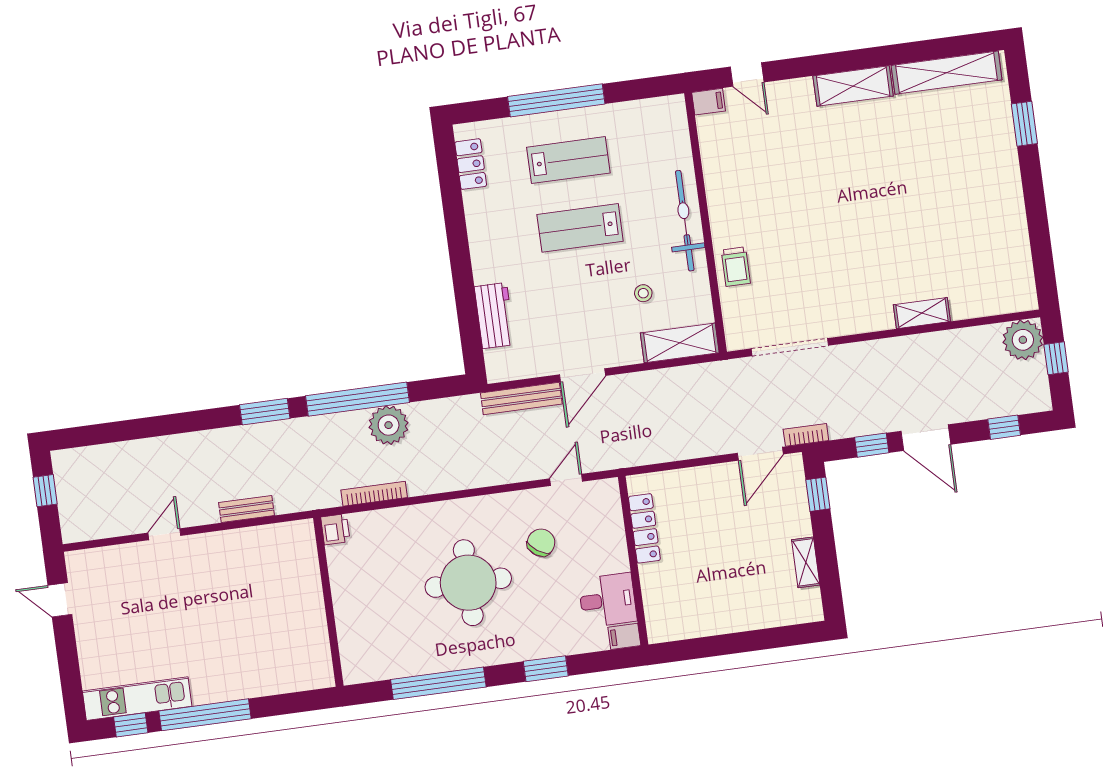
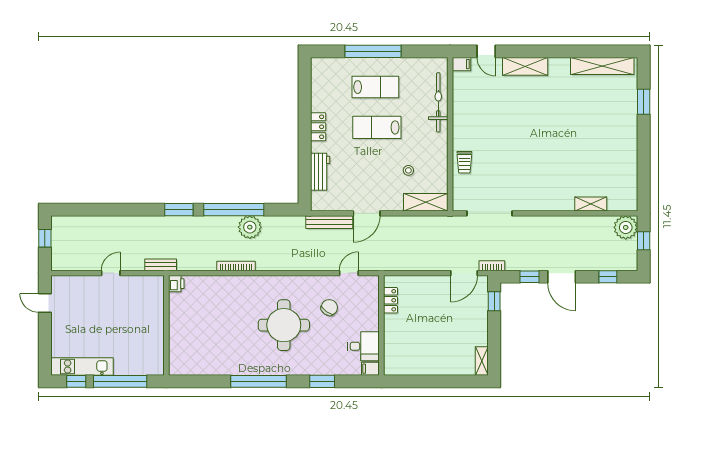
shelving: (853, 86) -> (525, 66), moved
locker: (471, 164) -> (318, 127), moved
bicycle: (685, 221) -> (438, 102), moved
shelving: (922, 313) -> (591, 204), moved
locker: (644, 528) -> (391, 300), width x0.66
printer: (335, 529) -> (176, 284), moved
shelving: (806, 562) -> (482, 361), moved
wall: (328, 602) -> (166, 325), moved

